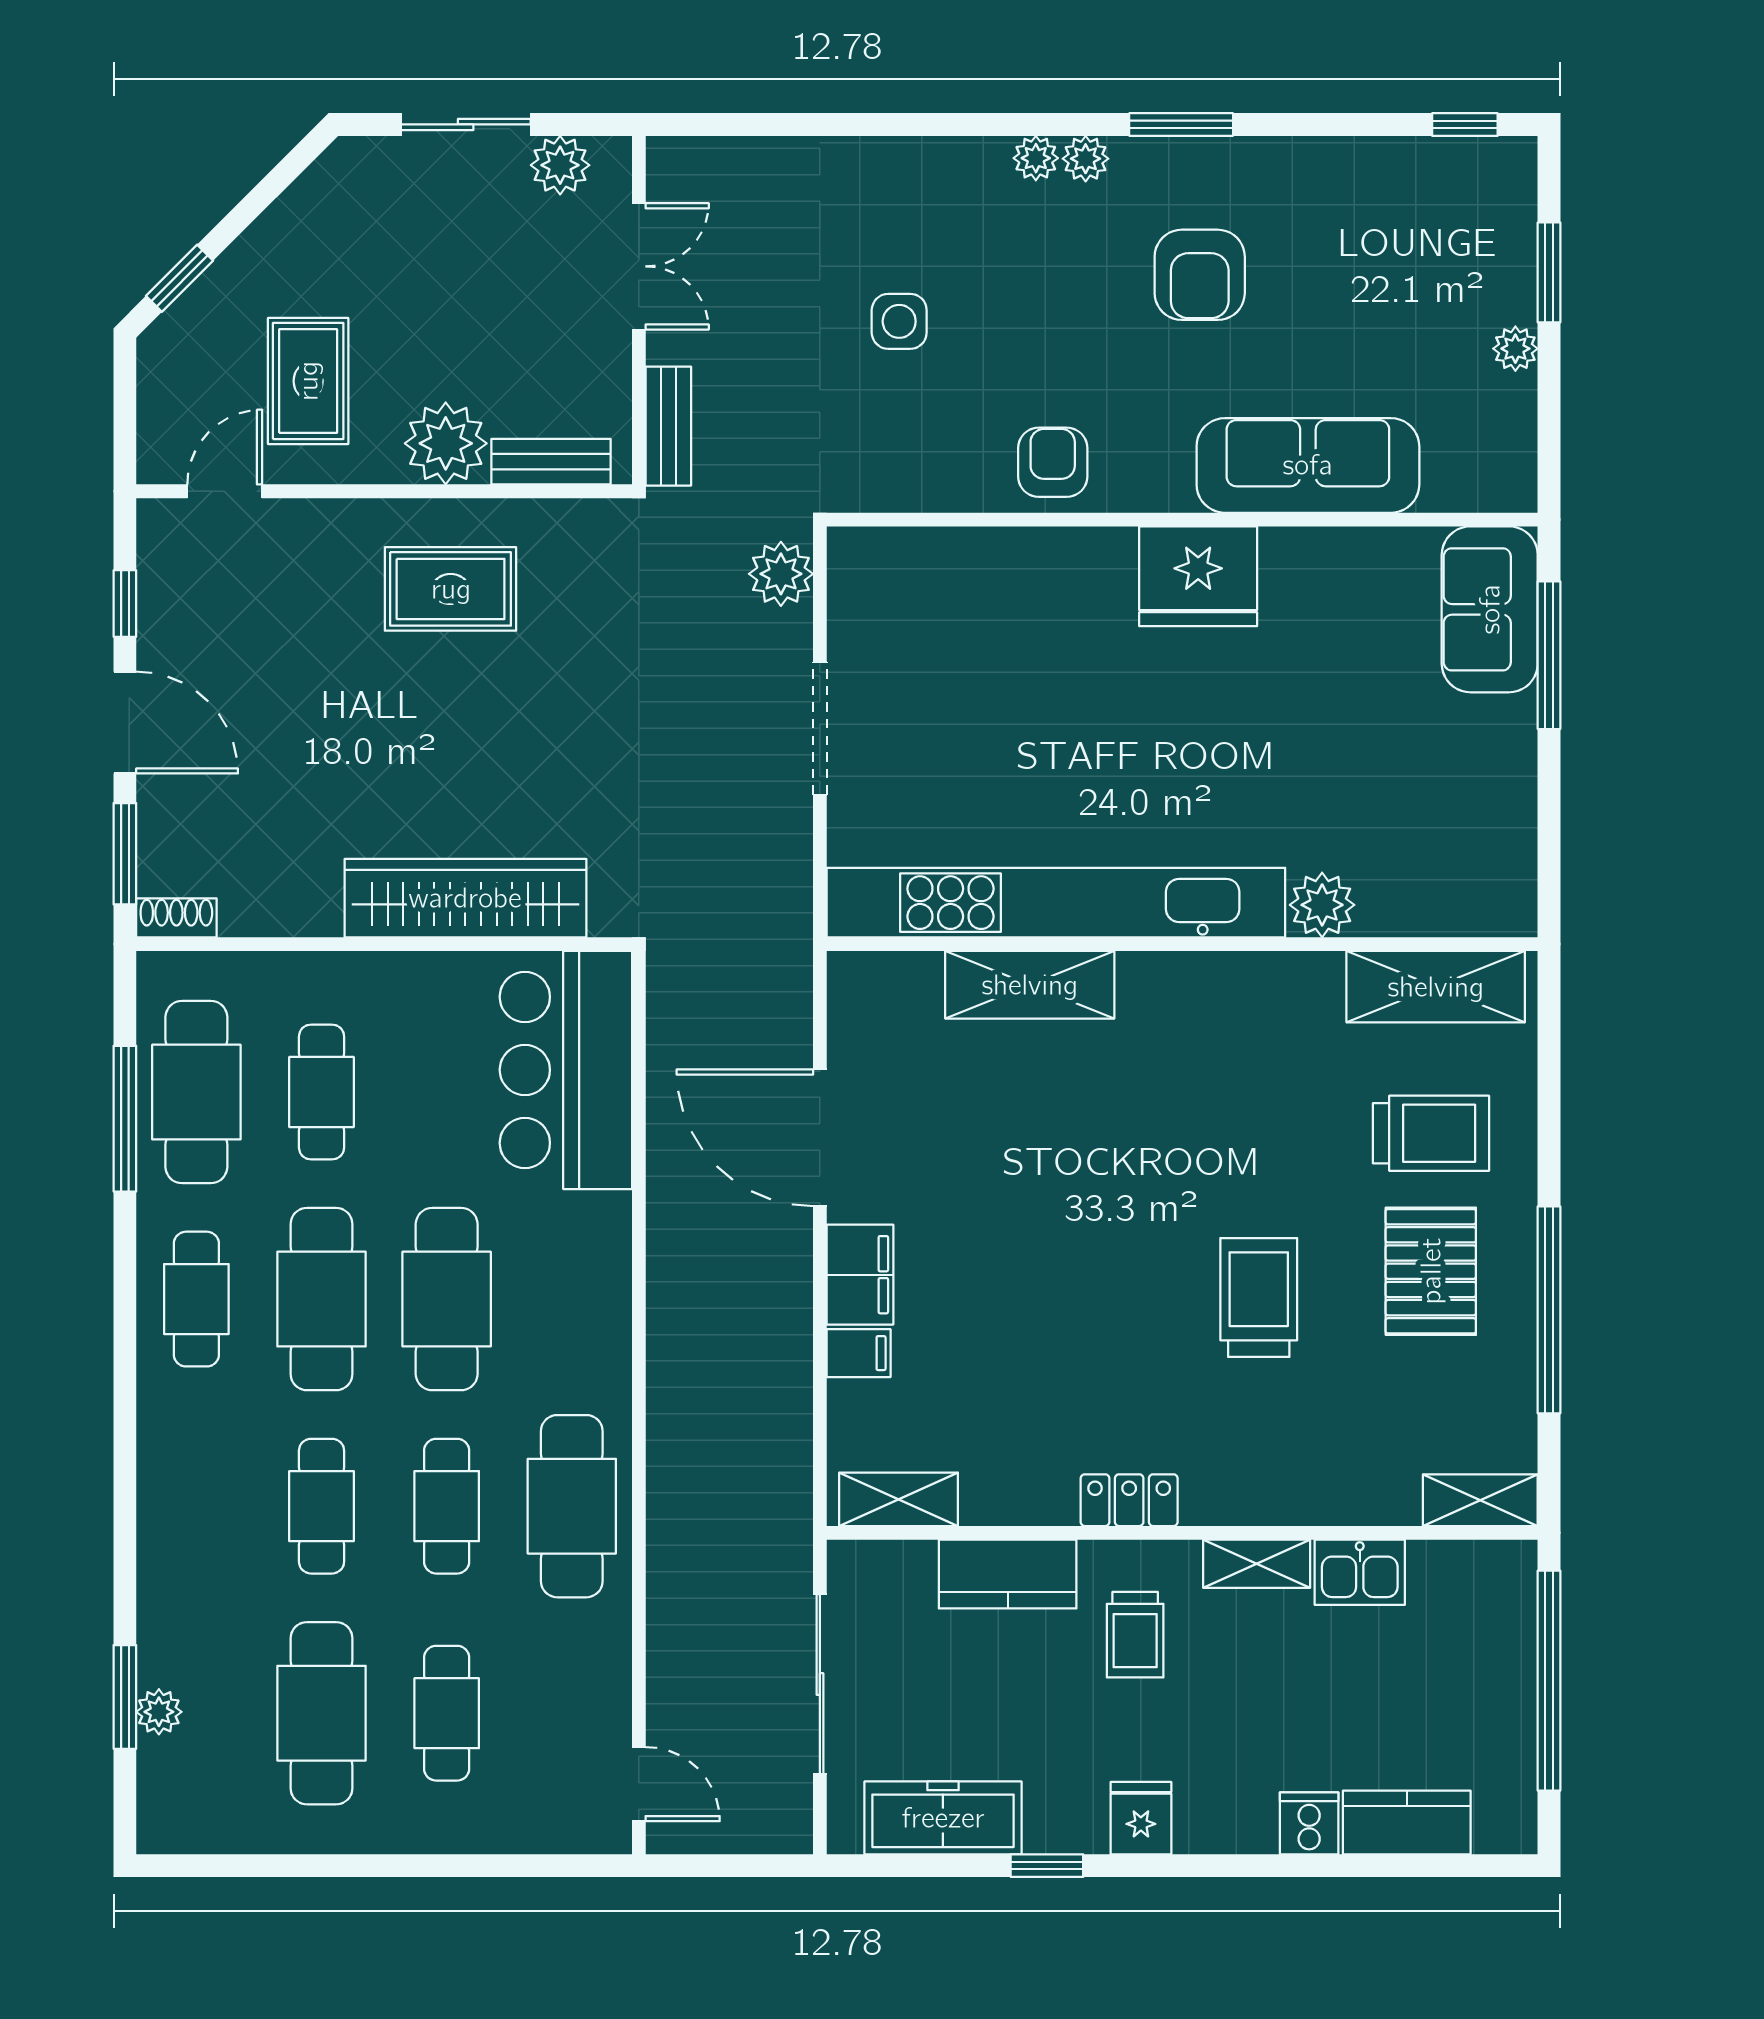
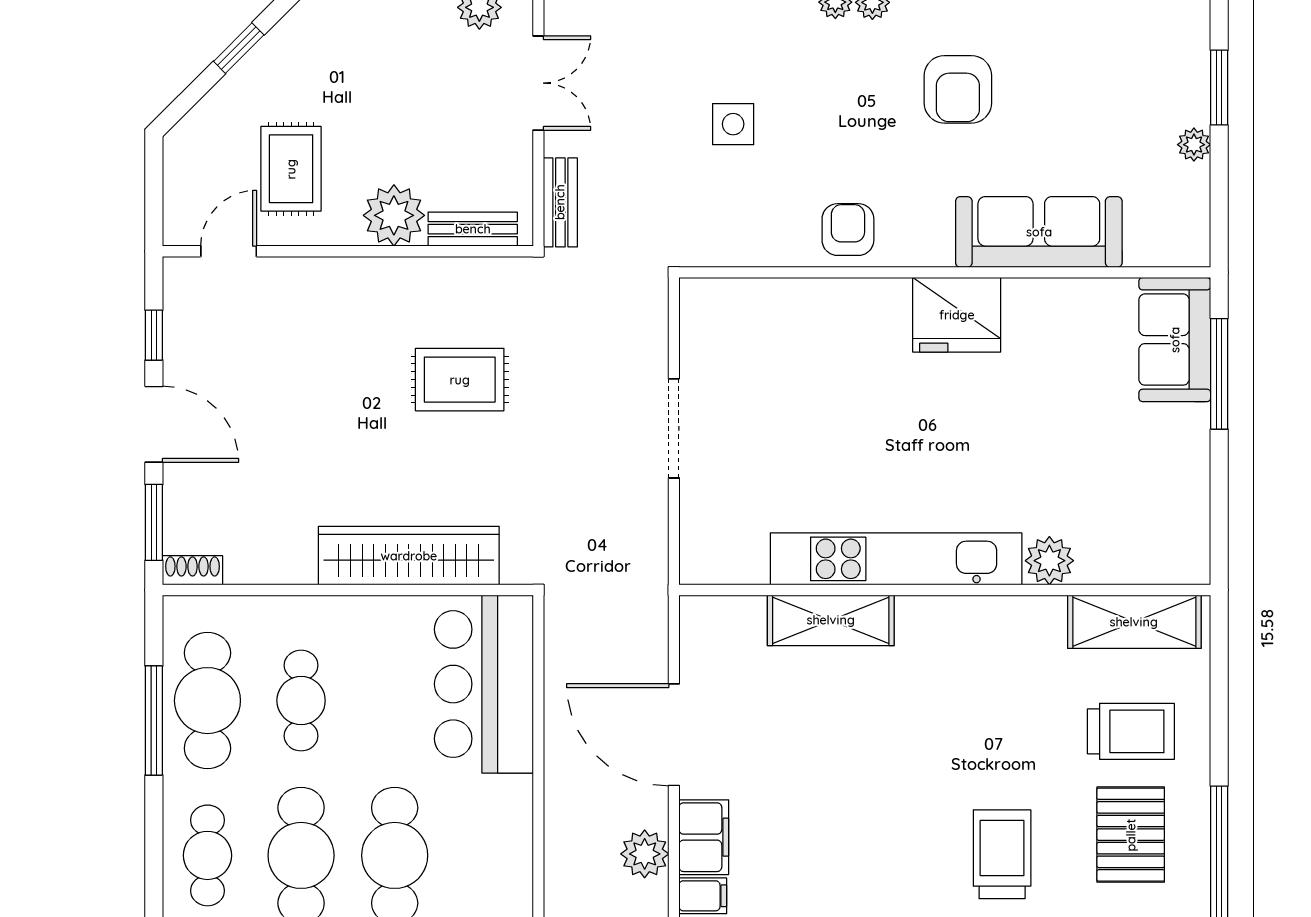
window: (180, 278) -> (239, 48), moved
plant: (781, 574) -> (645, 854), moved
rug: (451, 589) -> (460, 380), moved
kitchen unit: (1056, 903) -> (896, 559), width x0.73

